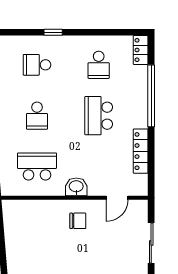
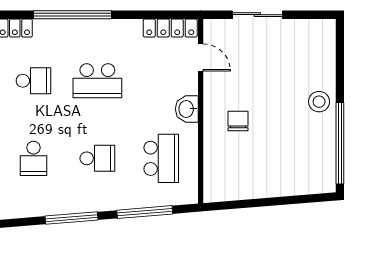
locker: (141, 151) -> (170, 28), moved
school desk: (37, 166) -> (161, 158), turned 180
chair: (78, 221) -> (238, 121), moved

